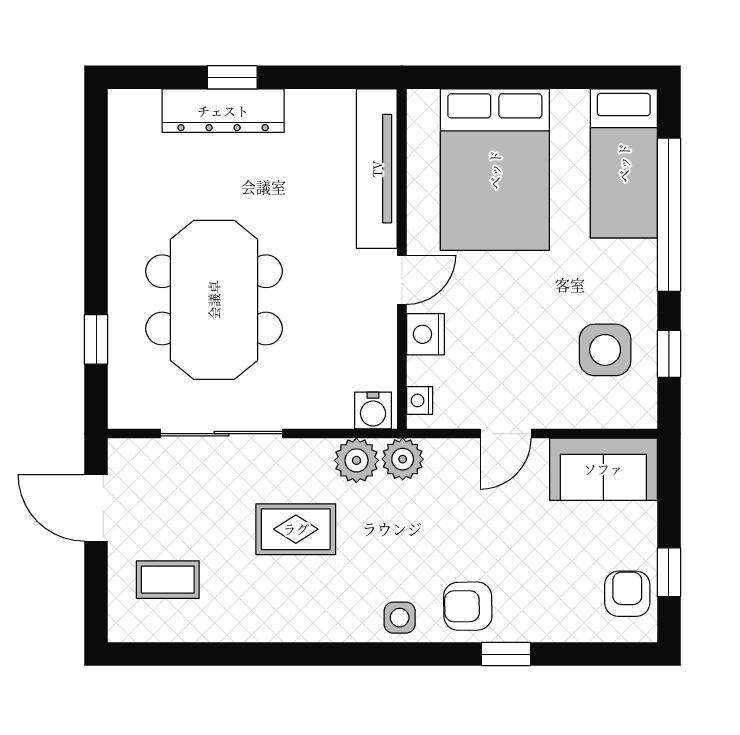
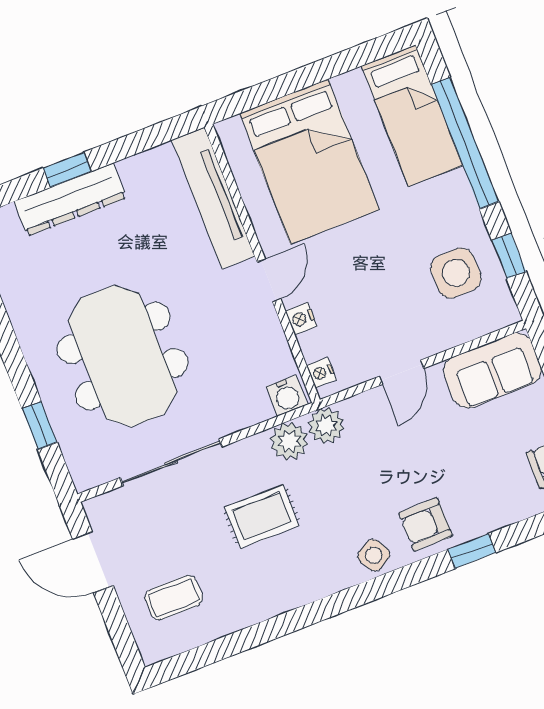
nightstand: (425, 334) -> (301, 319), width x0.72, depth x0.74
side table: (400, 618) -> (374, 555), turned -30

